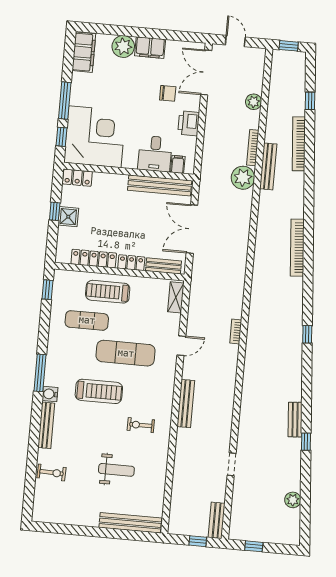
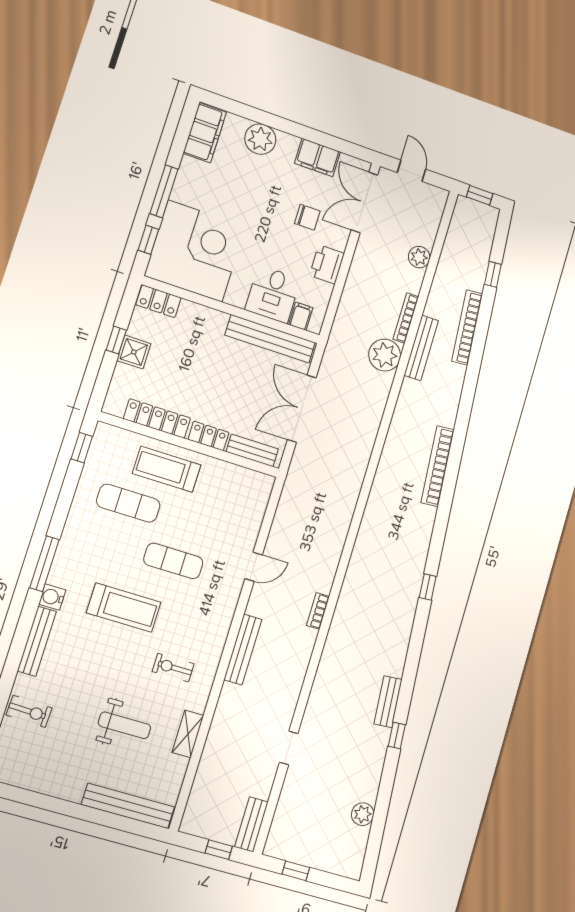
filing cabinet: (150, 48) -> (317, 158), moved
shelving: (176, 297) -> (188, 734), moved
bookcase: (236, 332) -> (318, 611), moved
exercise mat: (126, 353) -> (173, 561), width x0.73, depth x0.69

